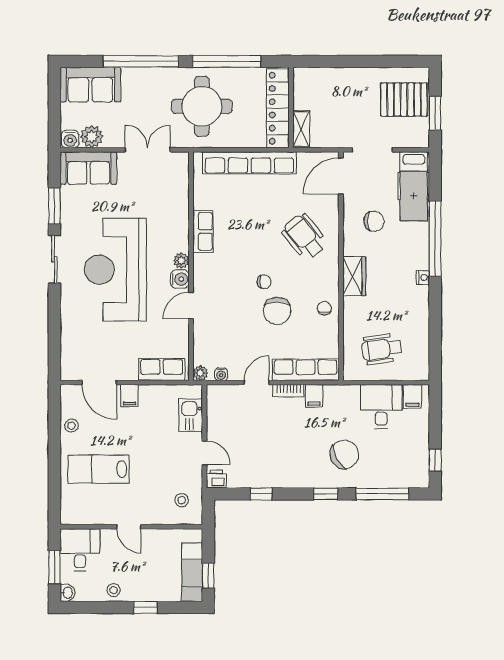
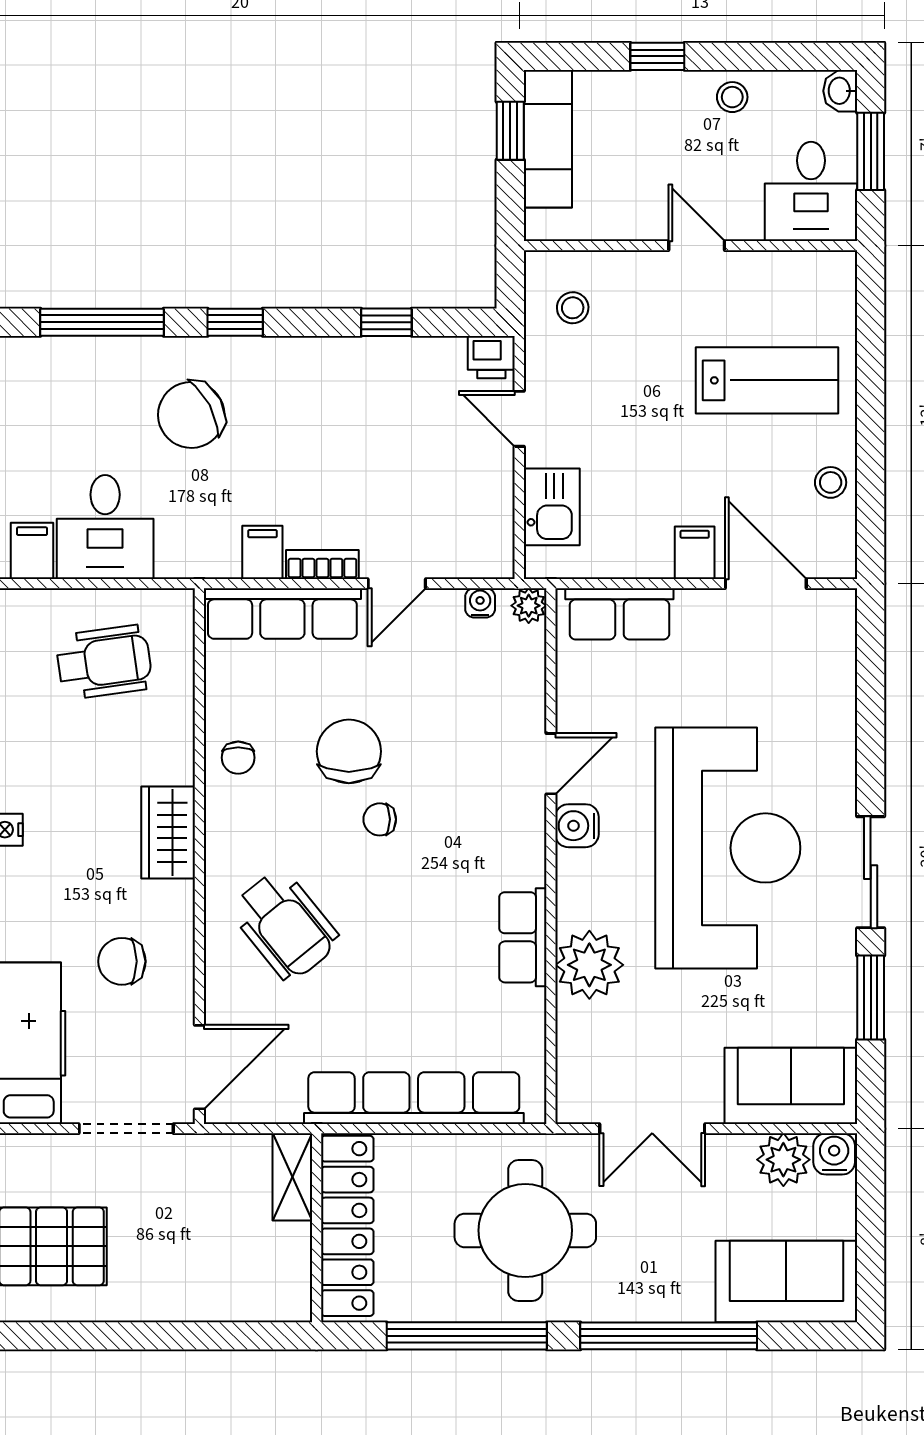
plant: (181, 261) -> (589, 965), moved, width x1.87, depth x1.87

